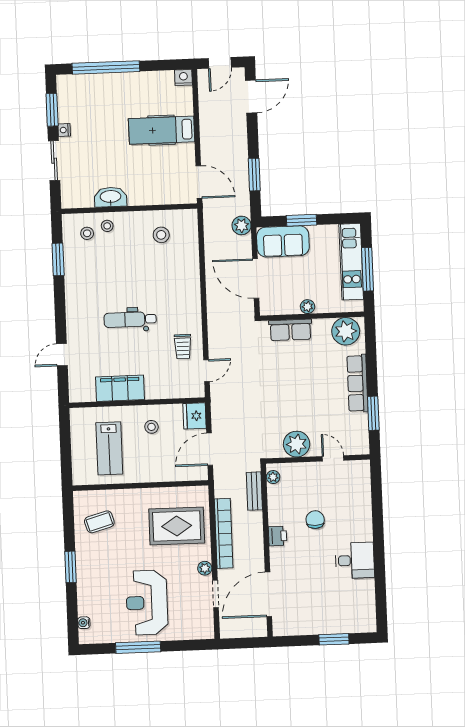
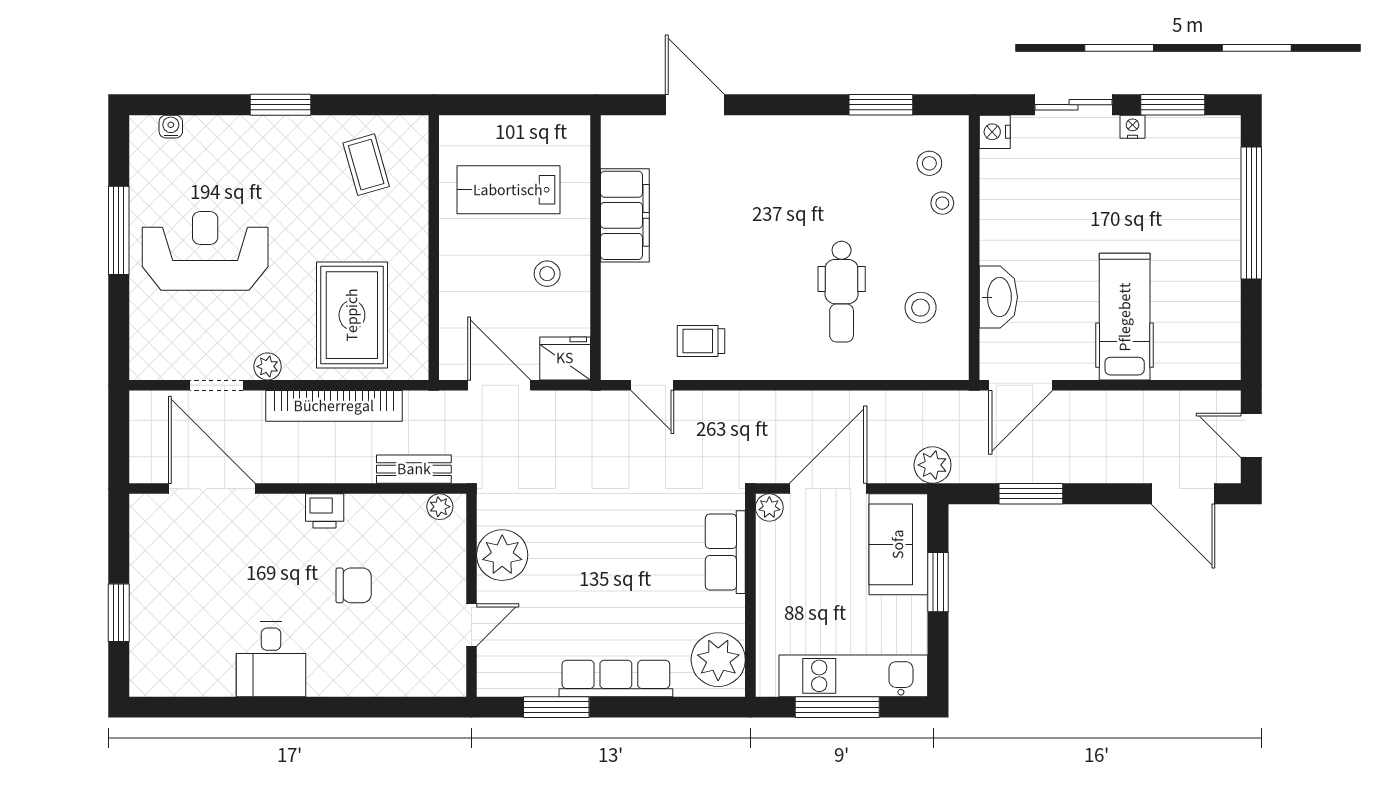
nightstand: (183, 78) -> (995, 132), moved, turned 180
washbasin: (111, 197) -> (998, 297), moved
plant: (307, 307) -> (769, 507), moved
dental chair: (130, 320) -> (842, 292), moved, turned 180
door: (62, 355) -> (695, 105), width x1.38

